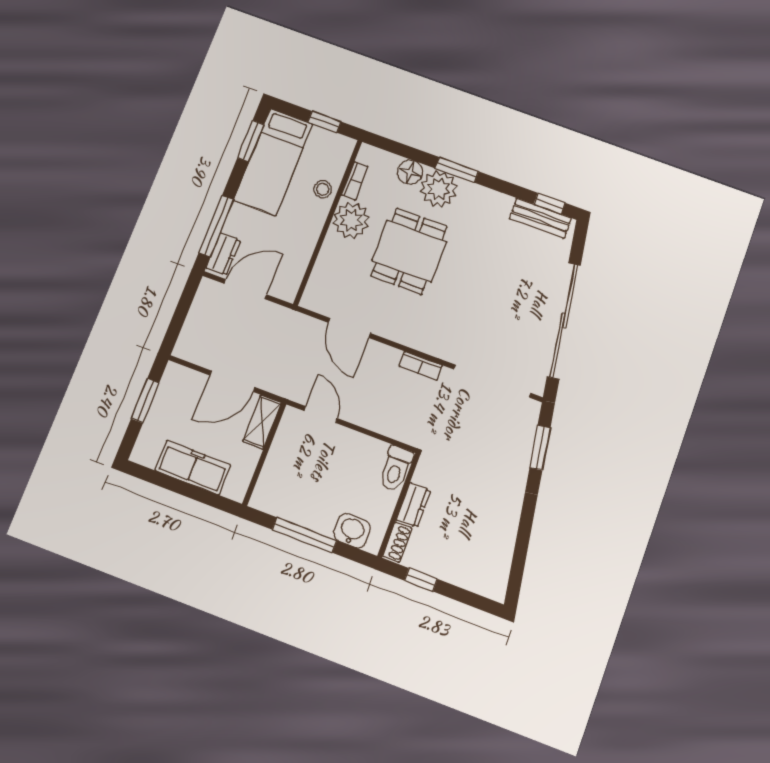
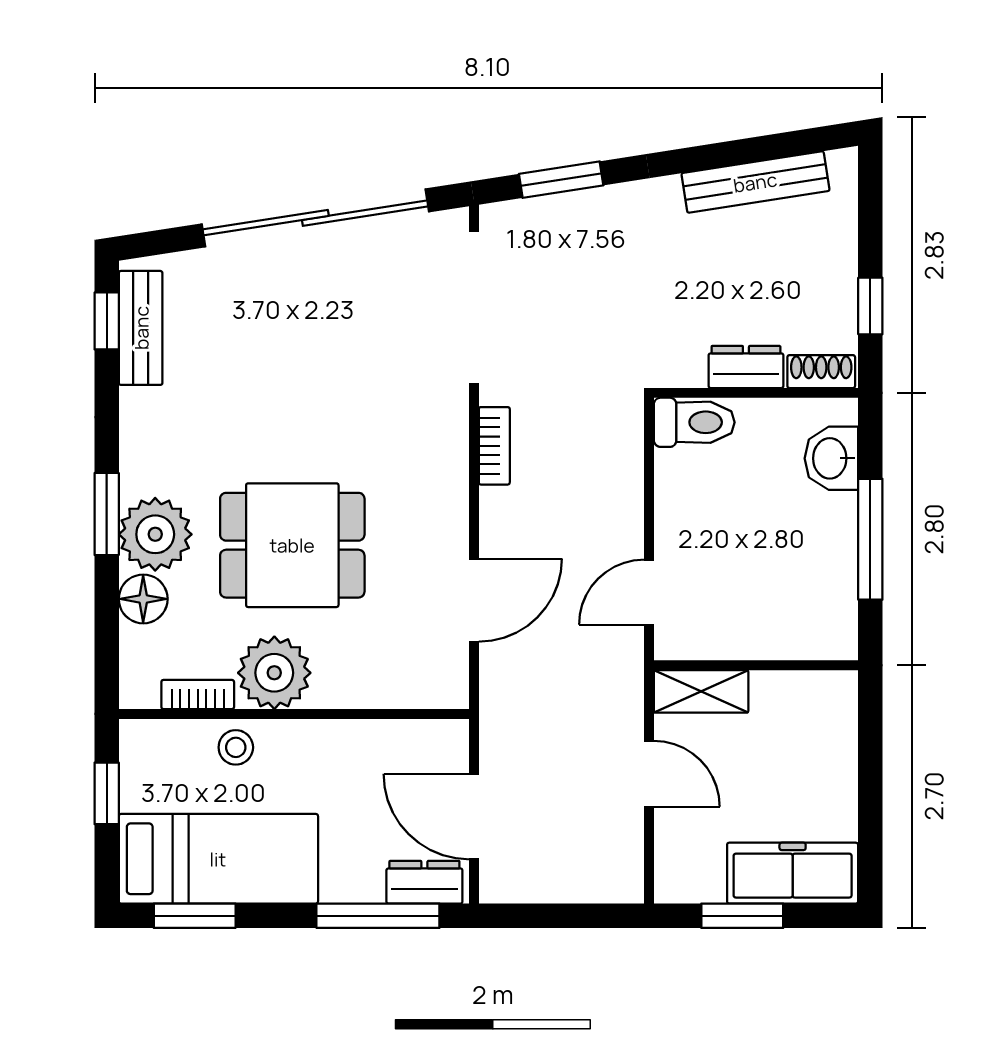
door: (232, 381) -> (649, 774), width x0.73
freezer: (193, 468) -> (793, 873), moved, turned 90
bench: (504, 545) -> (755, 182), added

